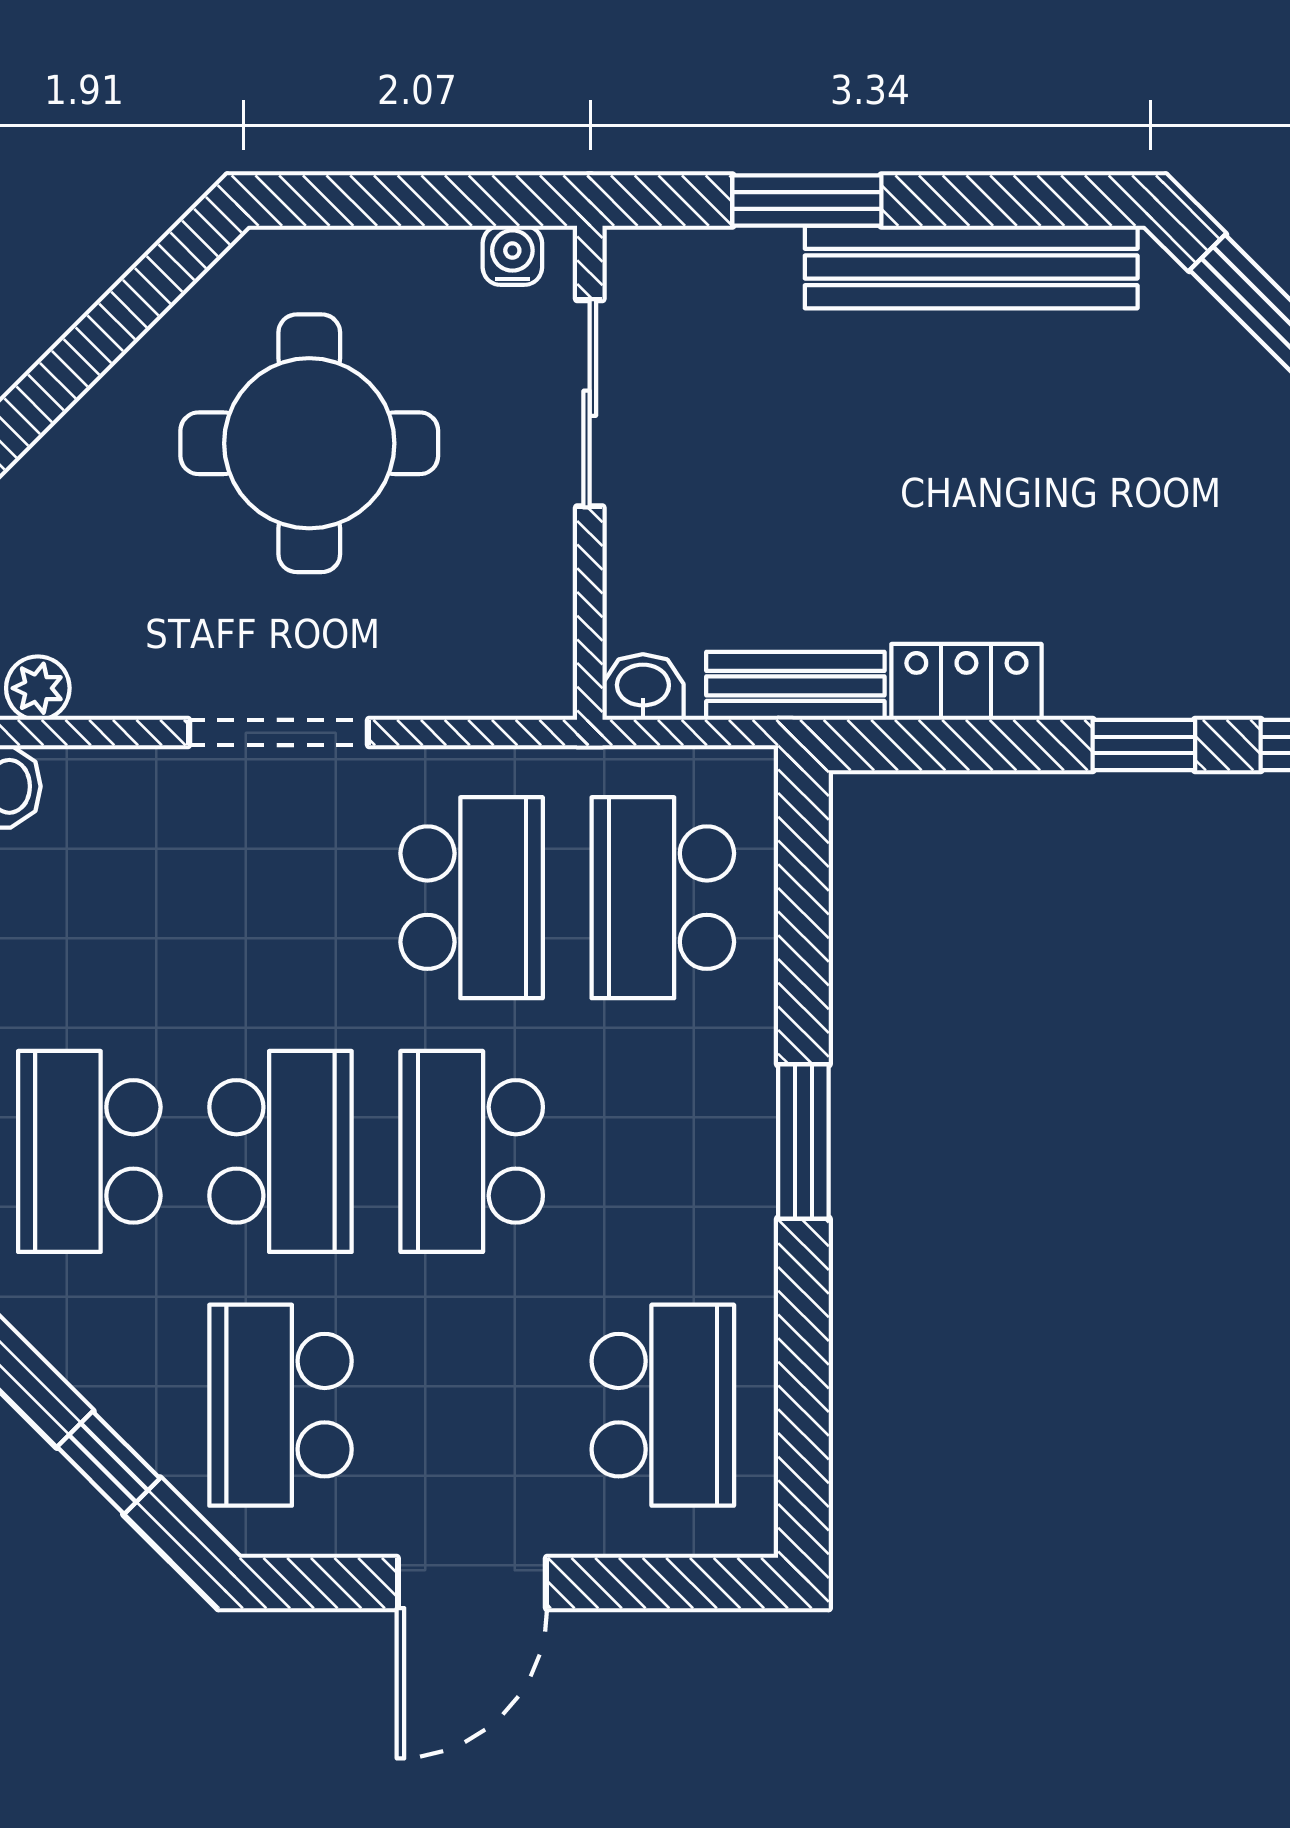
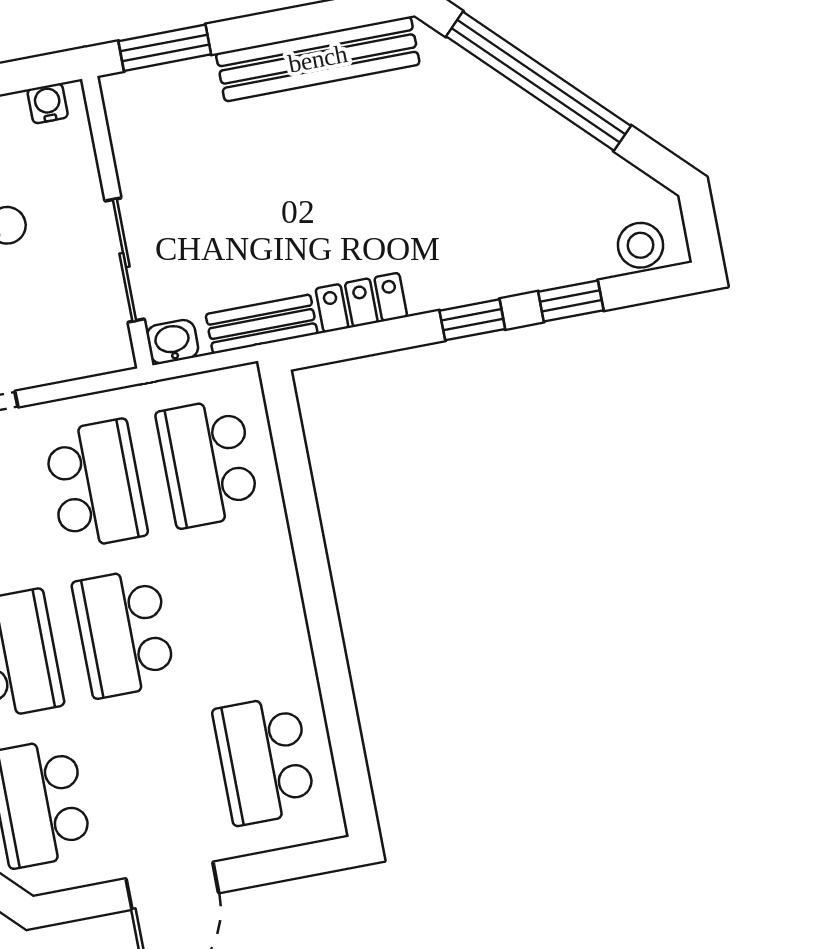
window: (807, 200) -> (165, 48), moved
sliding door: (590, 403) -> (125, 260), moved
window: (803, 1142) -> (317, 590), removed
school desk: (663, 1405) -> (264, 760), turned 180

